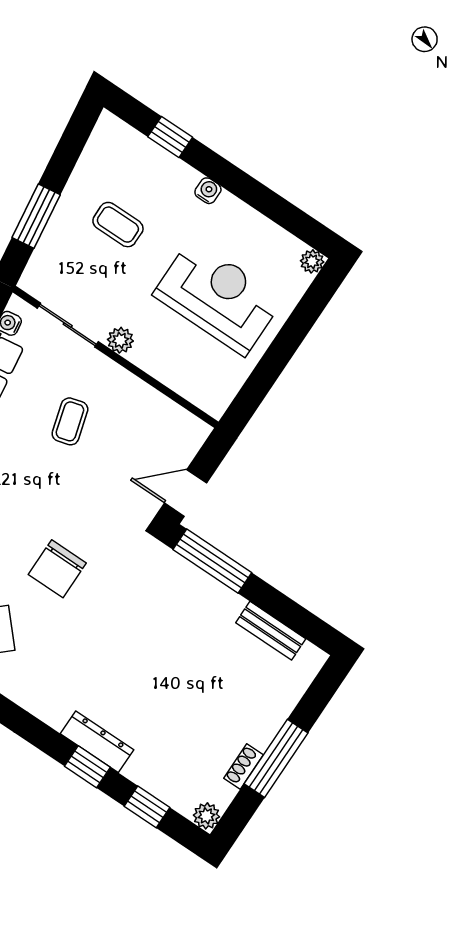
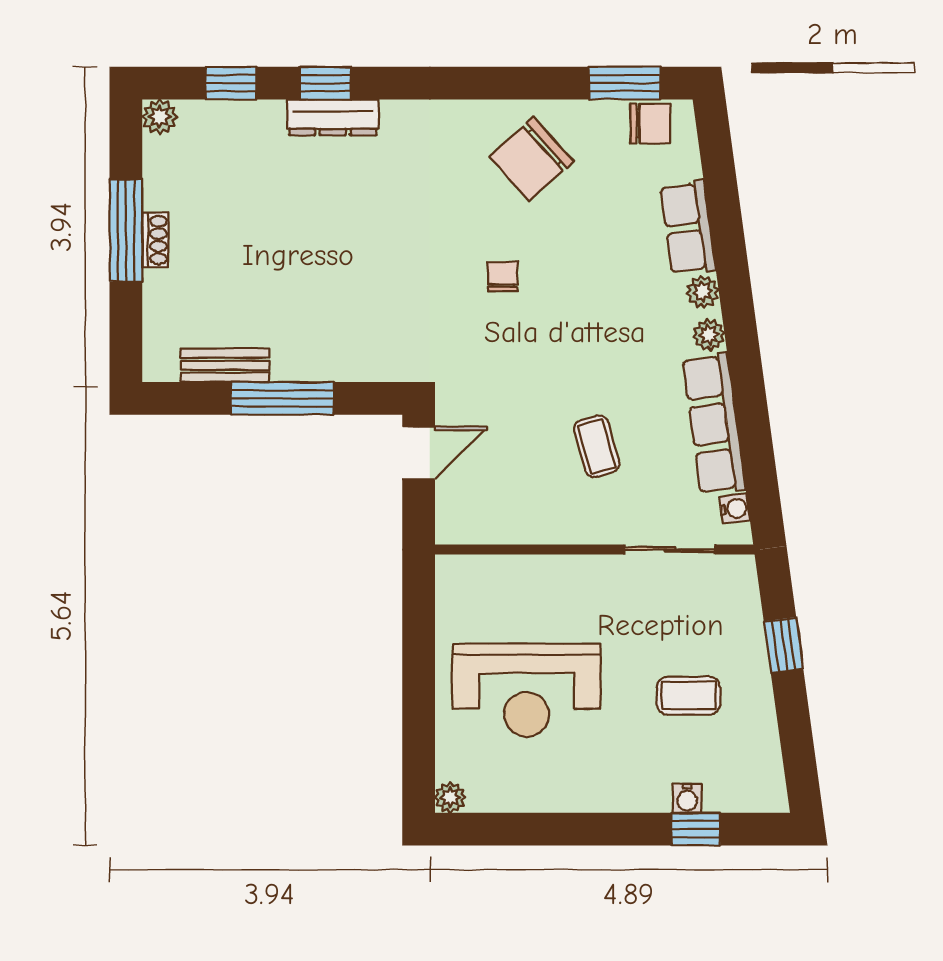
water cooler: (208, 191) -> (687, 798), moved
window: (36, 216) -> (784, 645), width x0.67
plant: (120, 340) -> (601, 572), removed
window: (212, 561) -> (282, 398), moved
chair: (57, 569) -> (503, 277), width x0.54, depth x0.54
shoe rack: (243, 766) -> (155, 240), moved

